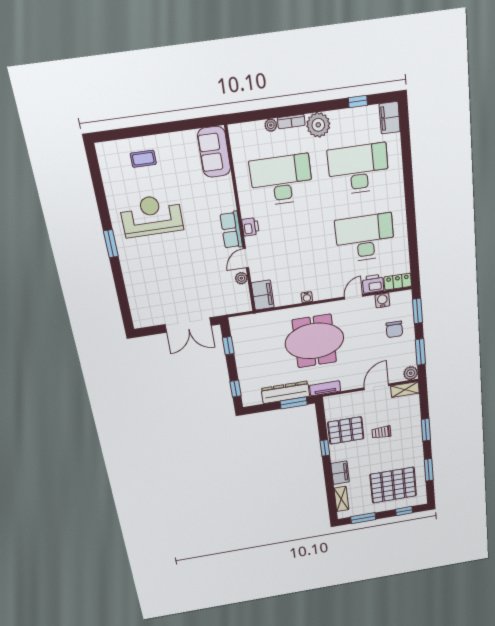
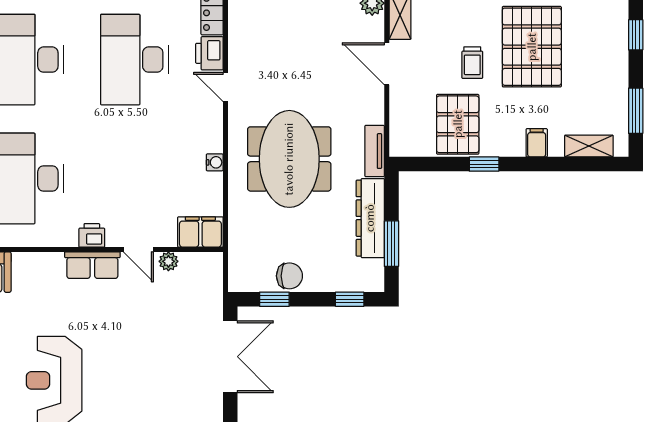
water cooler: (382, 300) -> (239, 41), removed
chair: (394, 329) -> (289, 276), moved
window: (294, 403) -> (391, 244), moved
filing cabinet: (340, 473) -> (537, 143), width x0.50
pallet: (393, 485) -> (532, 47), moved

